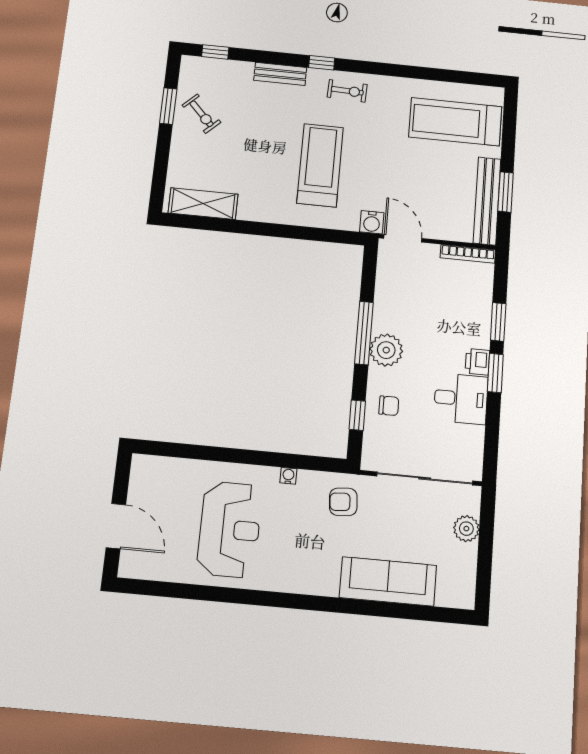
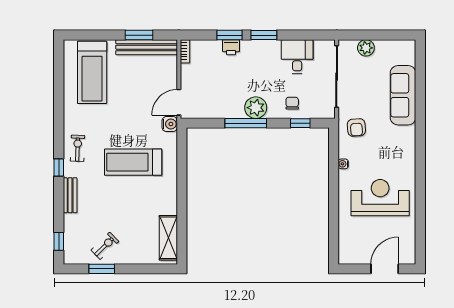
bookcase: (468, 254) -> (185, 51), width x0.64
printer: (477, 362) -> (231, 47), moved
desk: (461, 399) -> (297, 57), moved

